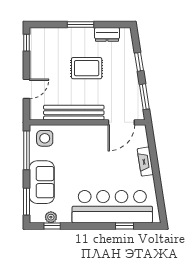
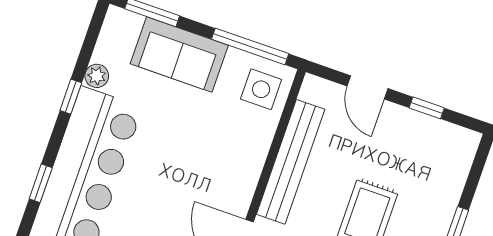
window: (27, 43) -> (427, 108), moved
plant: (51, 217) -> (97, 76), moved
window: (52, 226) -> (71, 97), moved

